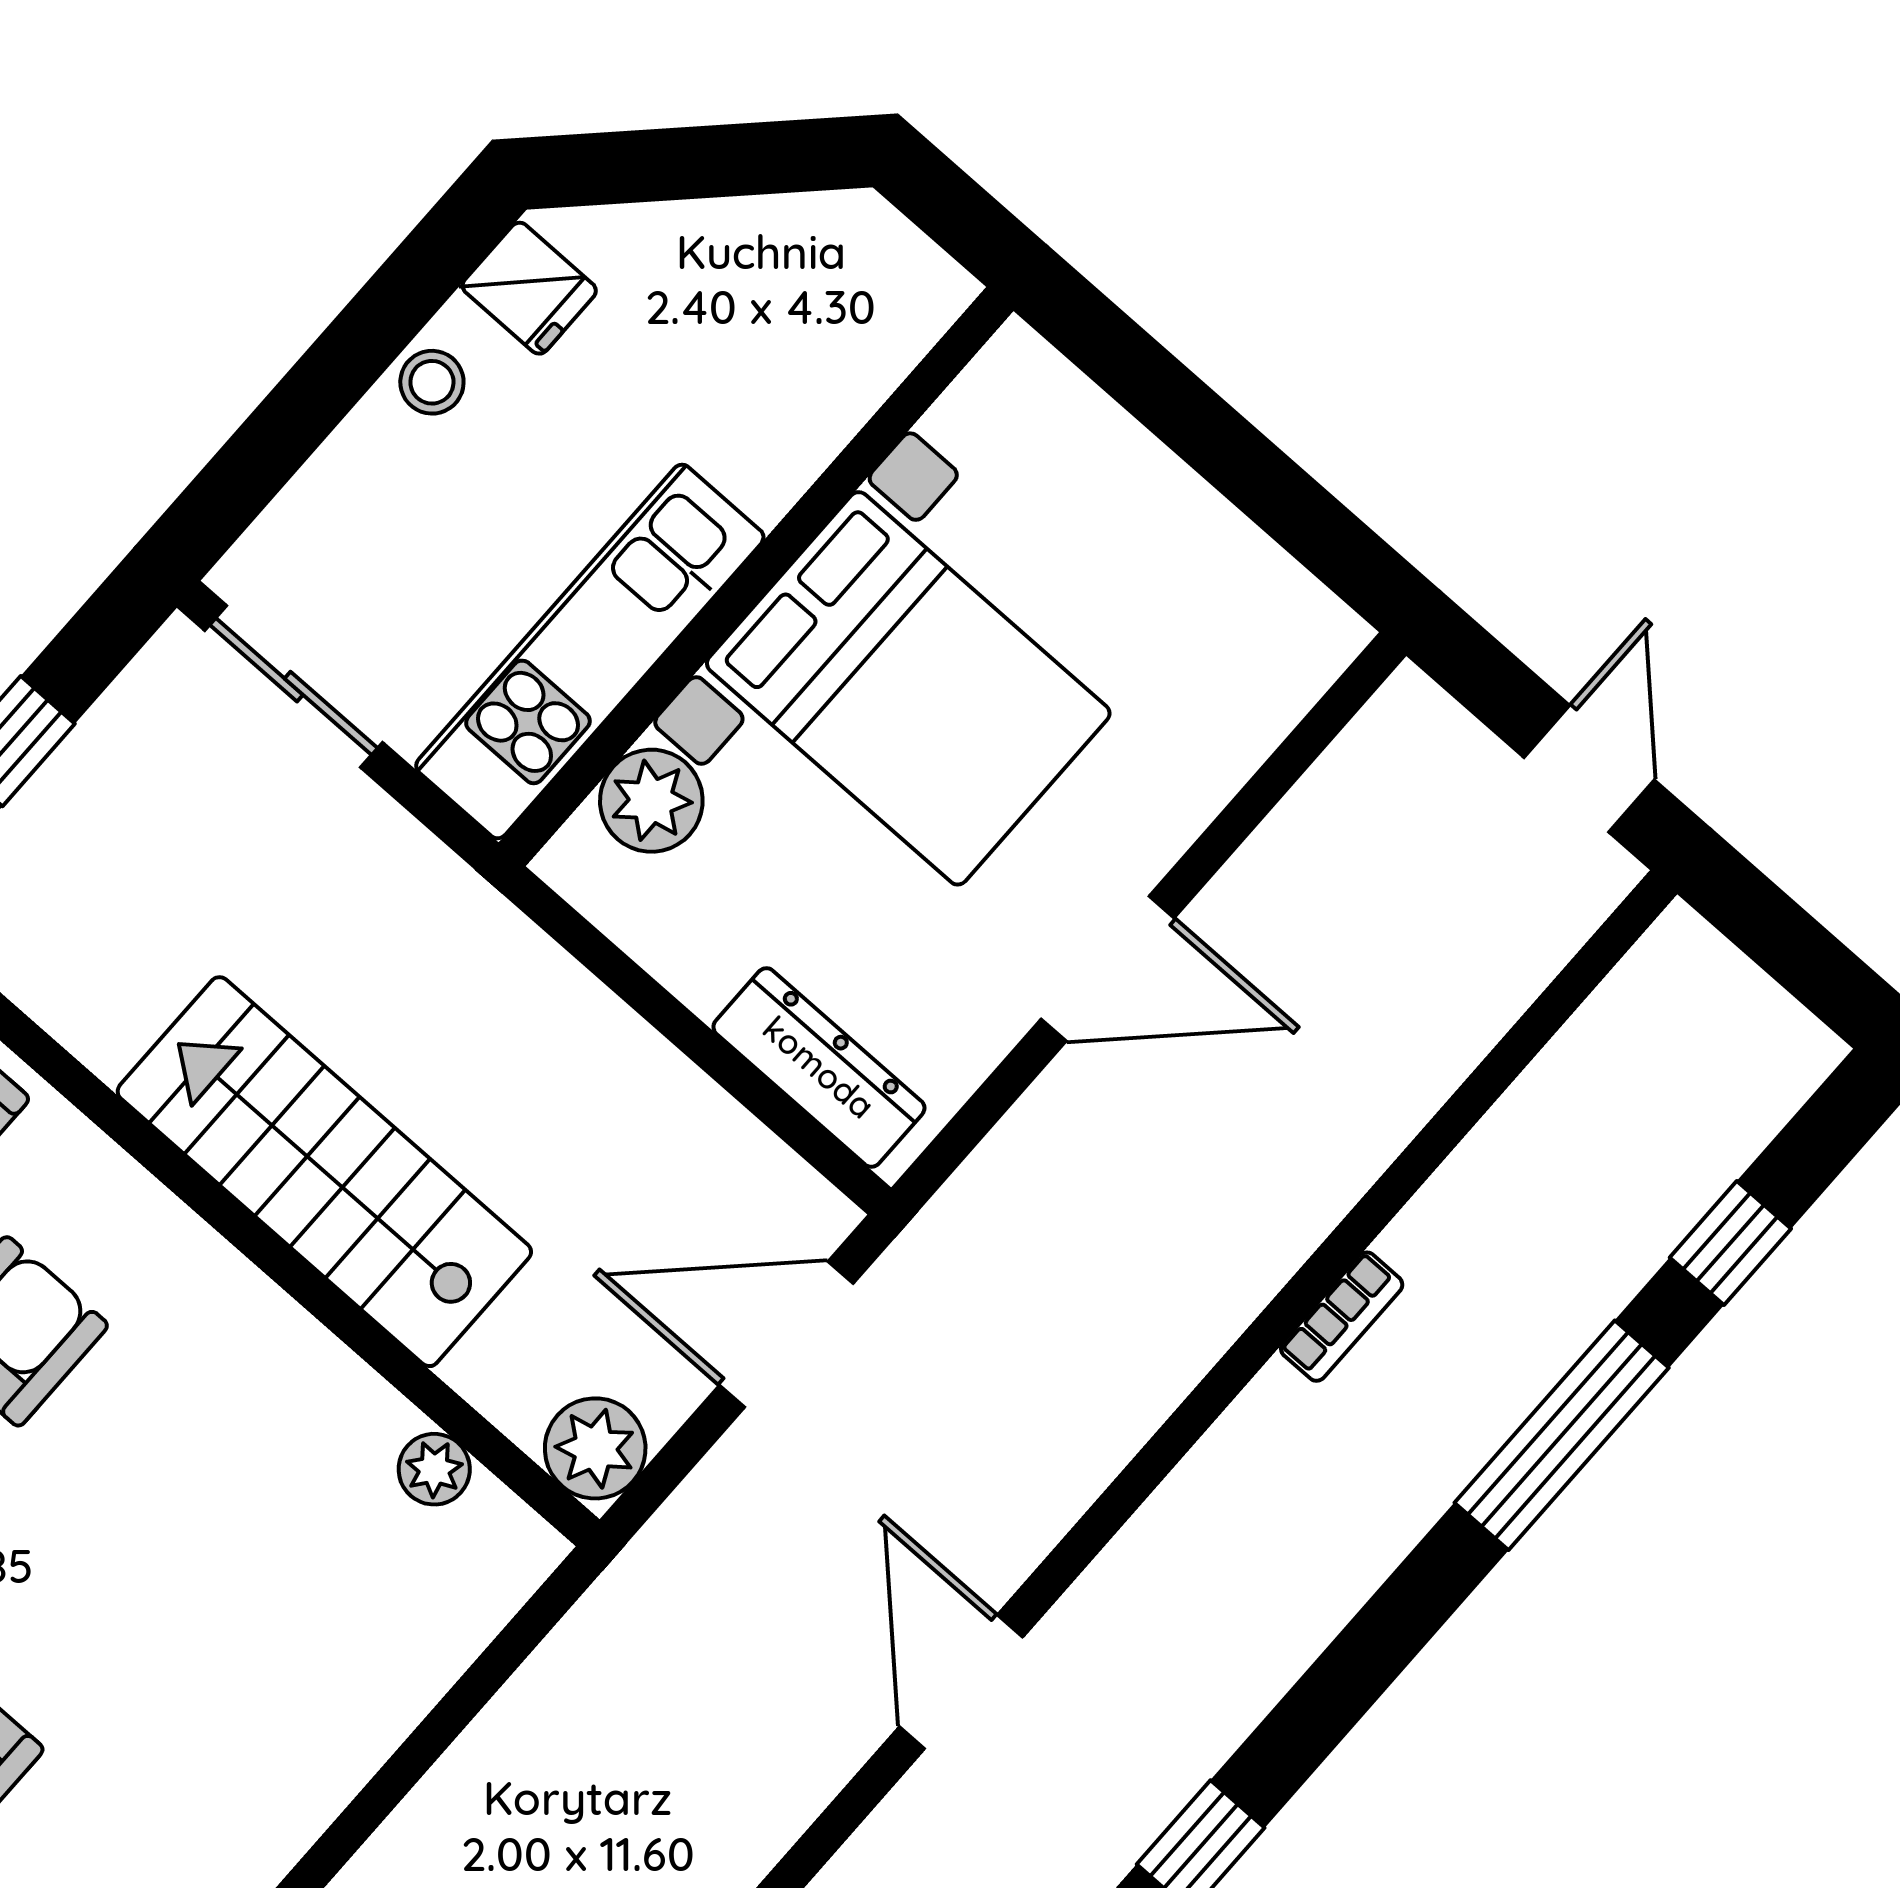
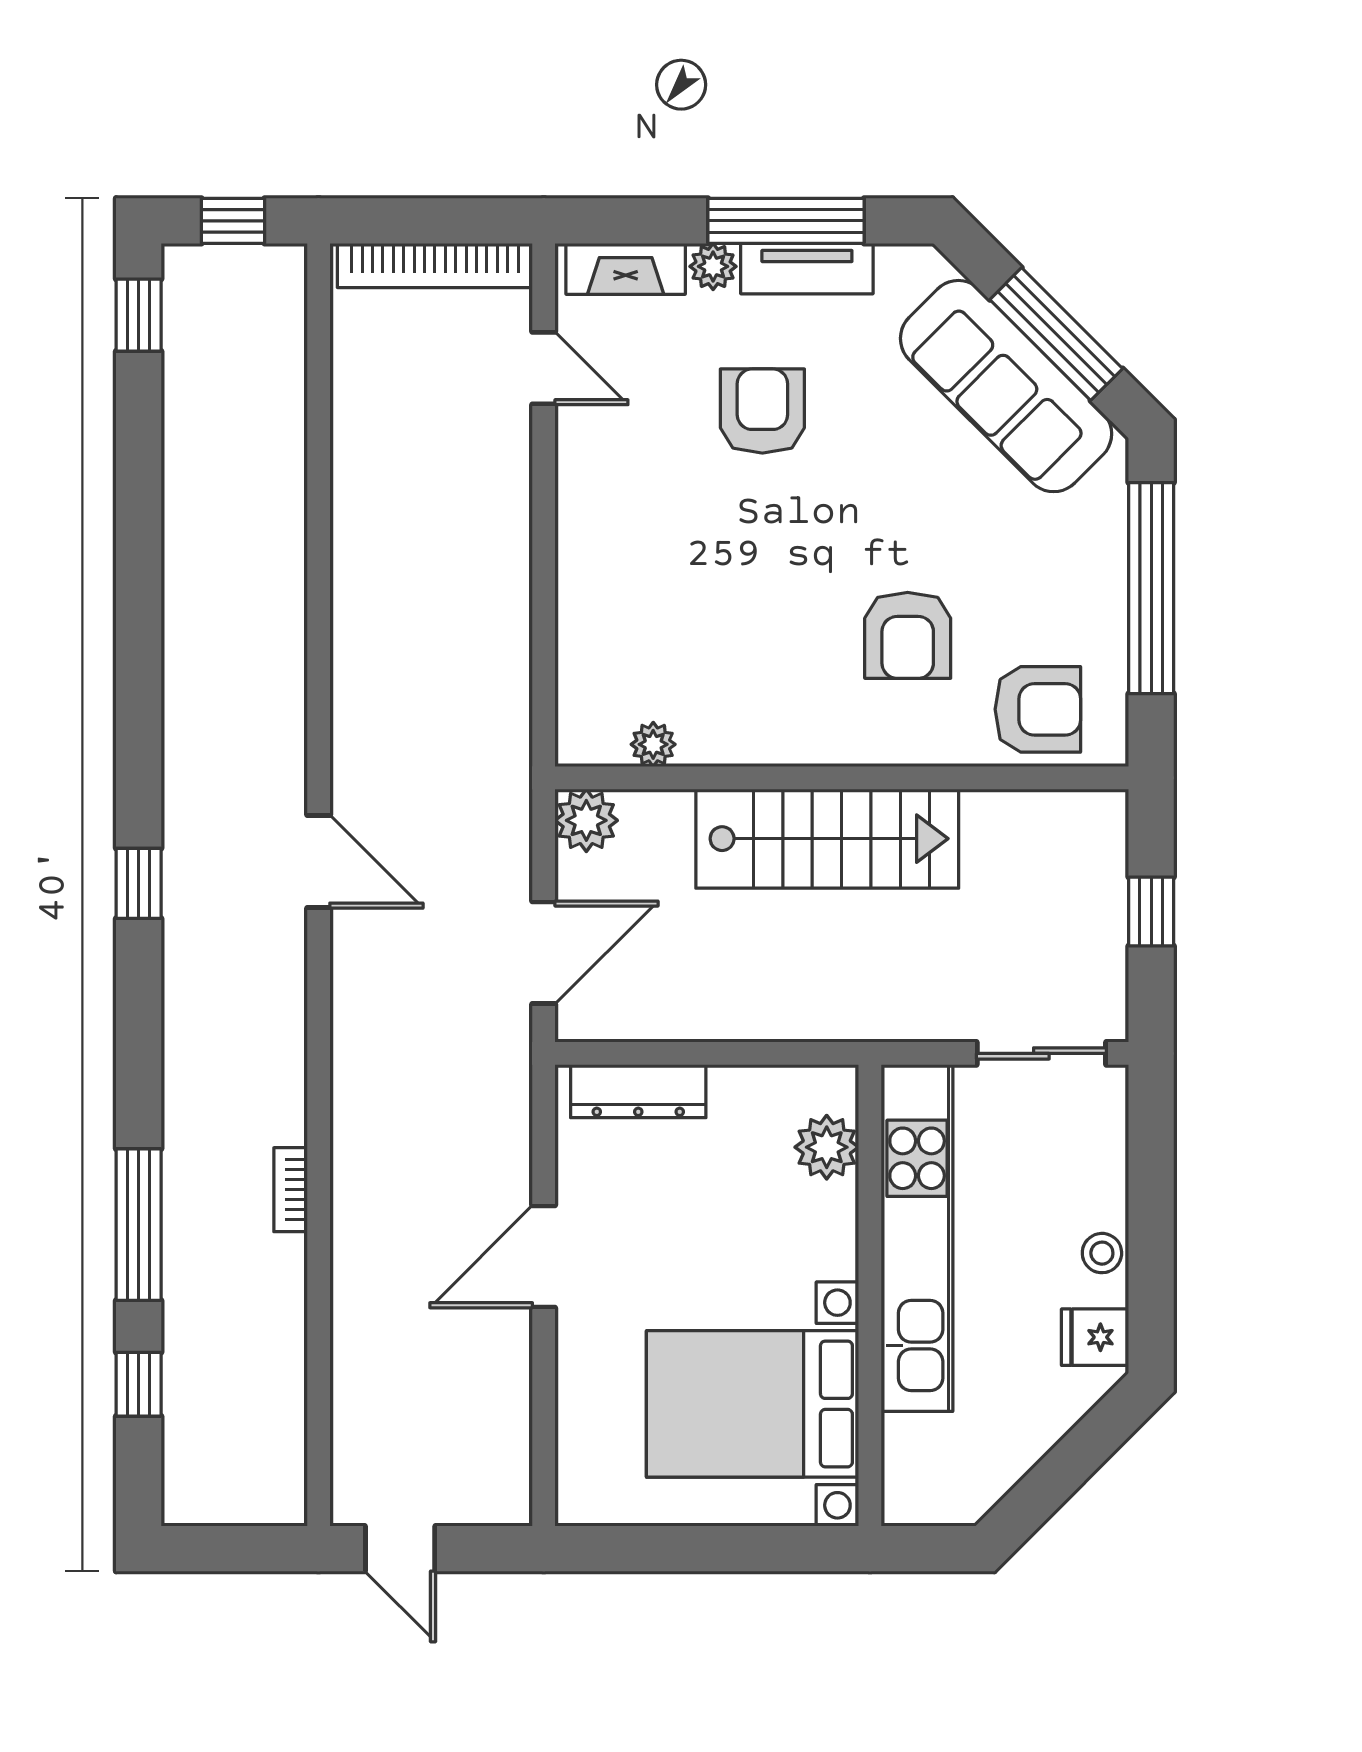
kitchen unit: (590, 652) -> (917, 1238), width x1.36
bed with nightstands: (908, 688) -> (753, 1404), moved

